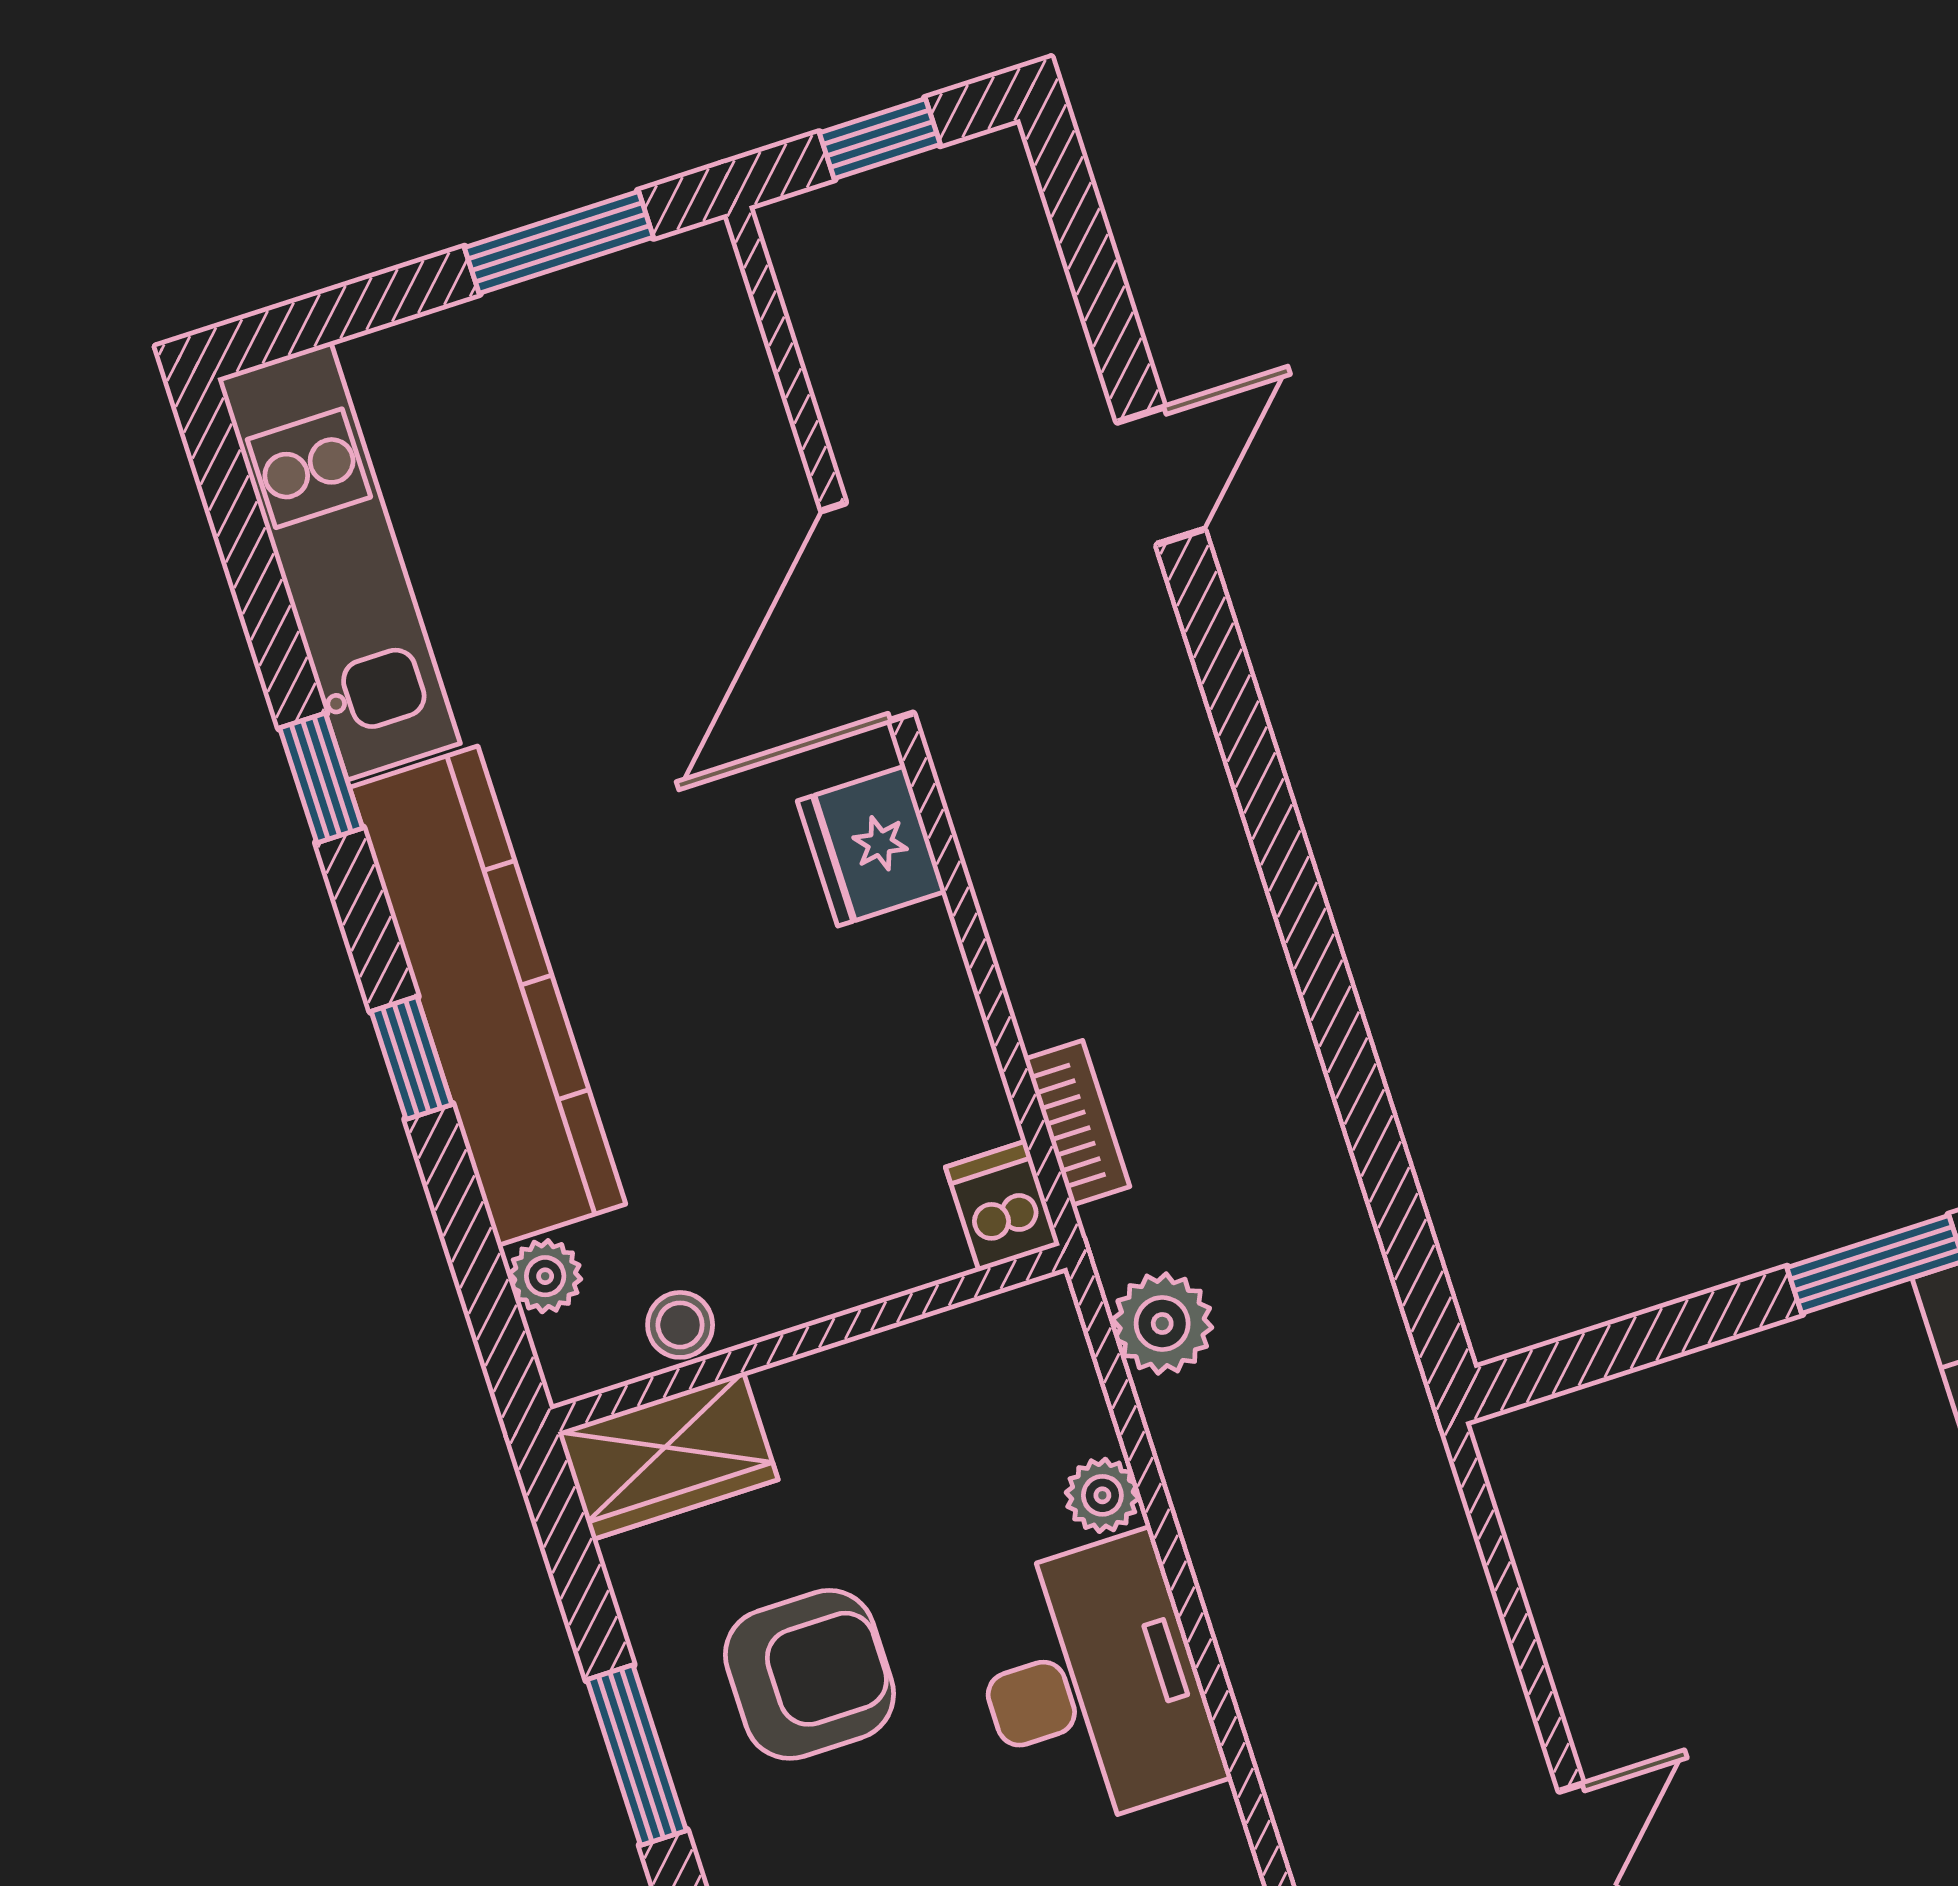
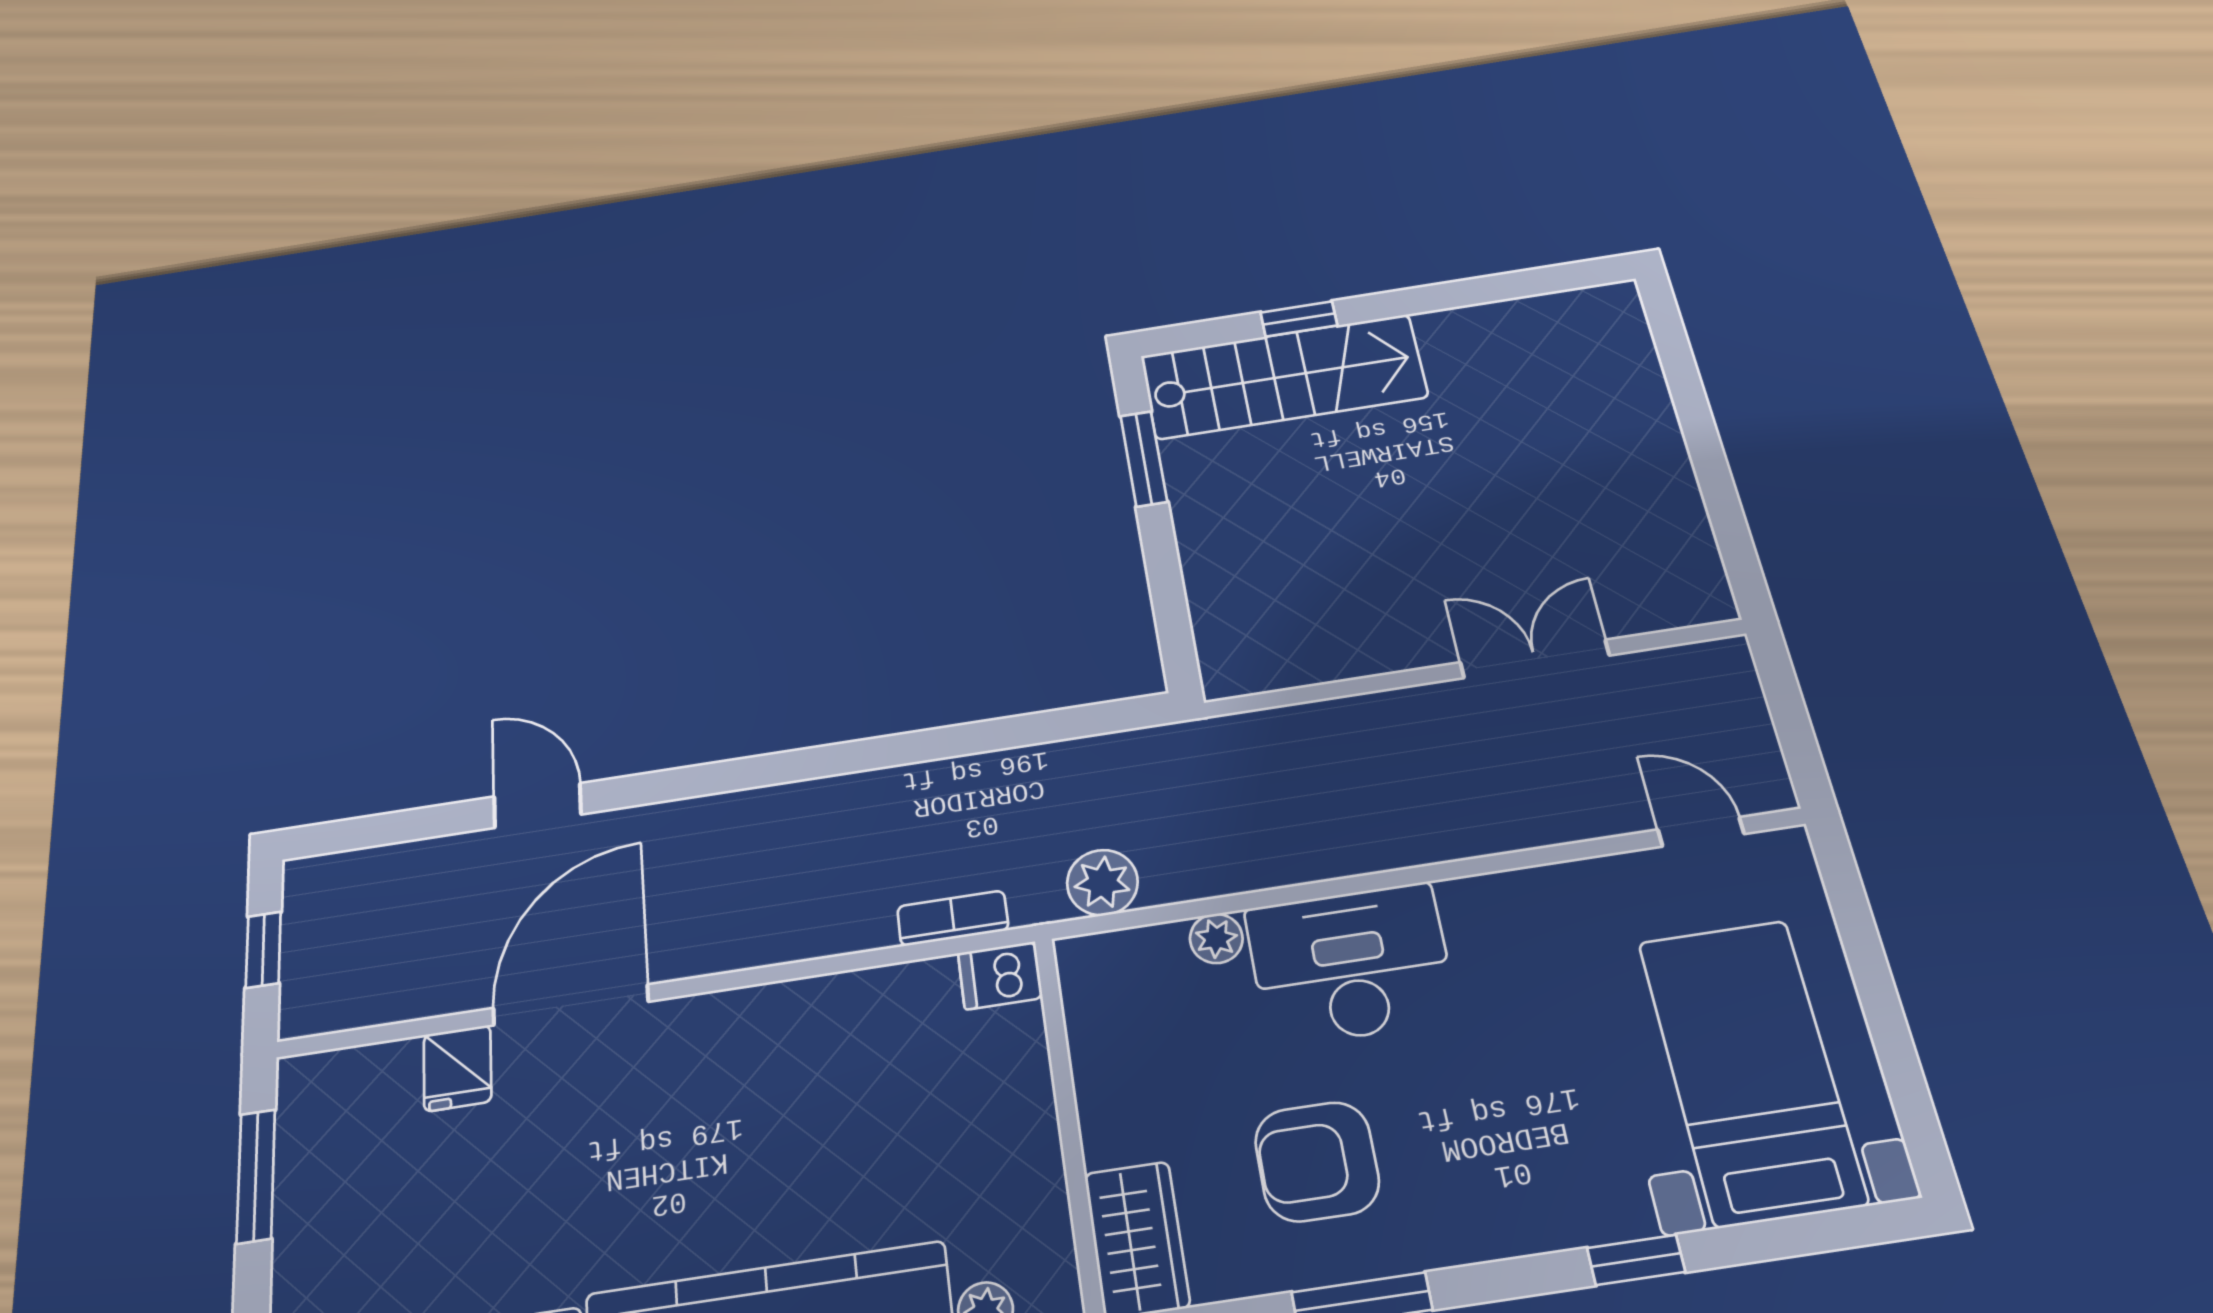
door: (868, 612) -> (571, 1005), swing flipped
fridge: (871, 846) -> (457, 1068), moved, width x0.72
stool: (680, 1325) -> (1041, 1215), removed
armchair: (809, 1674) -> (1317, 1162), turned -90

